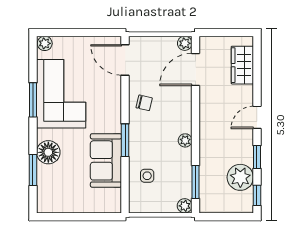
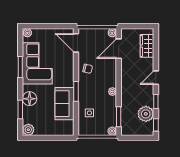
plant: (46, 203) -> (28, 130), added

